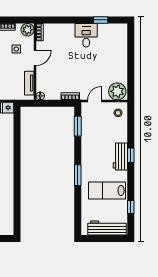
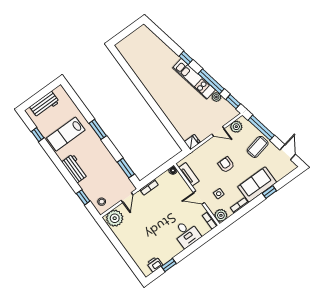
printer: (112, 29) -> (155, 264), added
desk: (86, 35) -> (187, 234), moved
door: (35, 58) -> (199, 198), hinge flipped
window: (131, 155) -> (83, 197), moved
lab bench: (107, 191) -> (66, 134), turned 180
workbench: (107, 228) -> (44, 104), width x0.73

